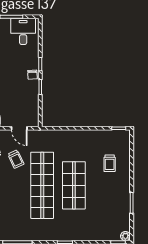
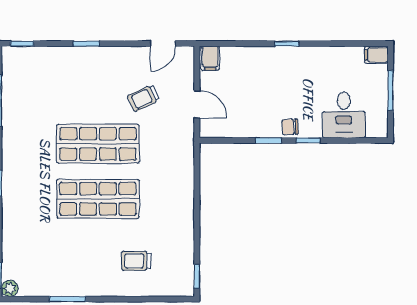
desk: (23, 31) -> (344, 115), moved, turned 90
door: (19, 128) -> (197, 104), swing flipped
shop shelf: (42, 185) -> (98, 144), width x0.71

